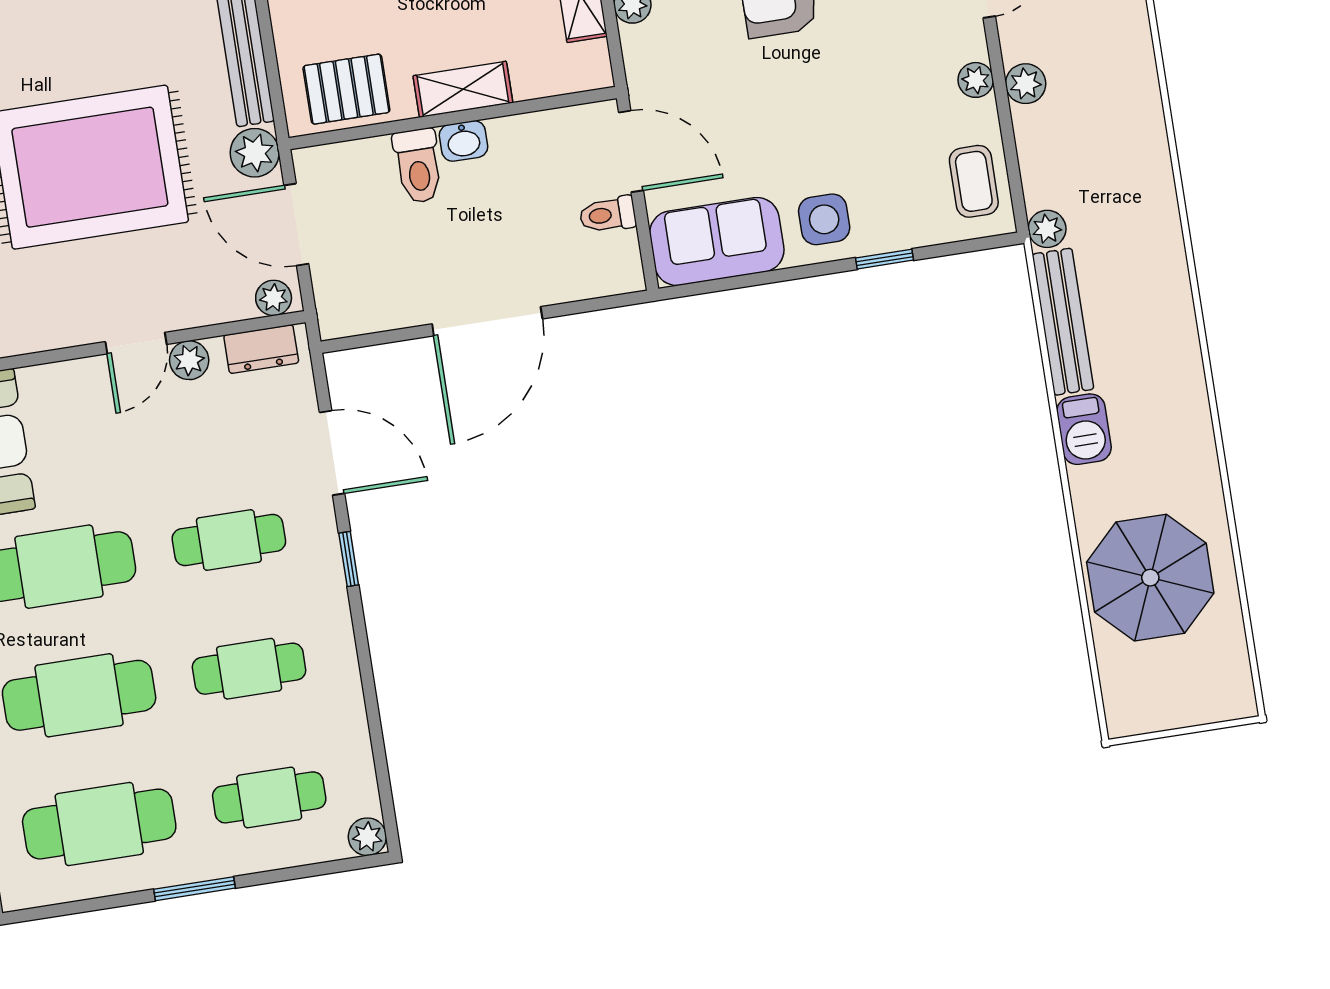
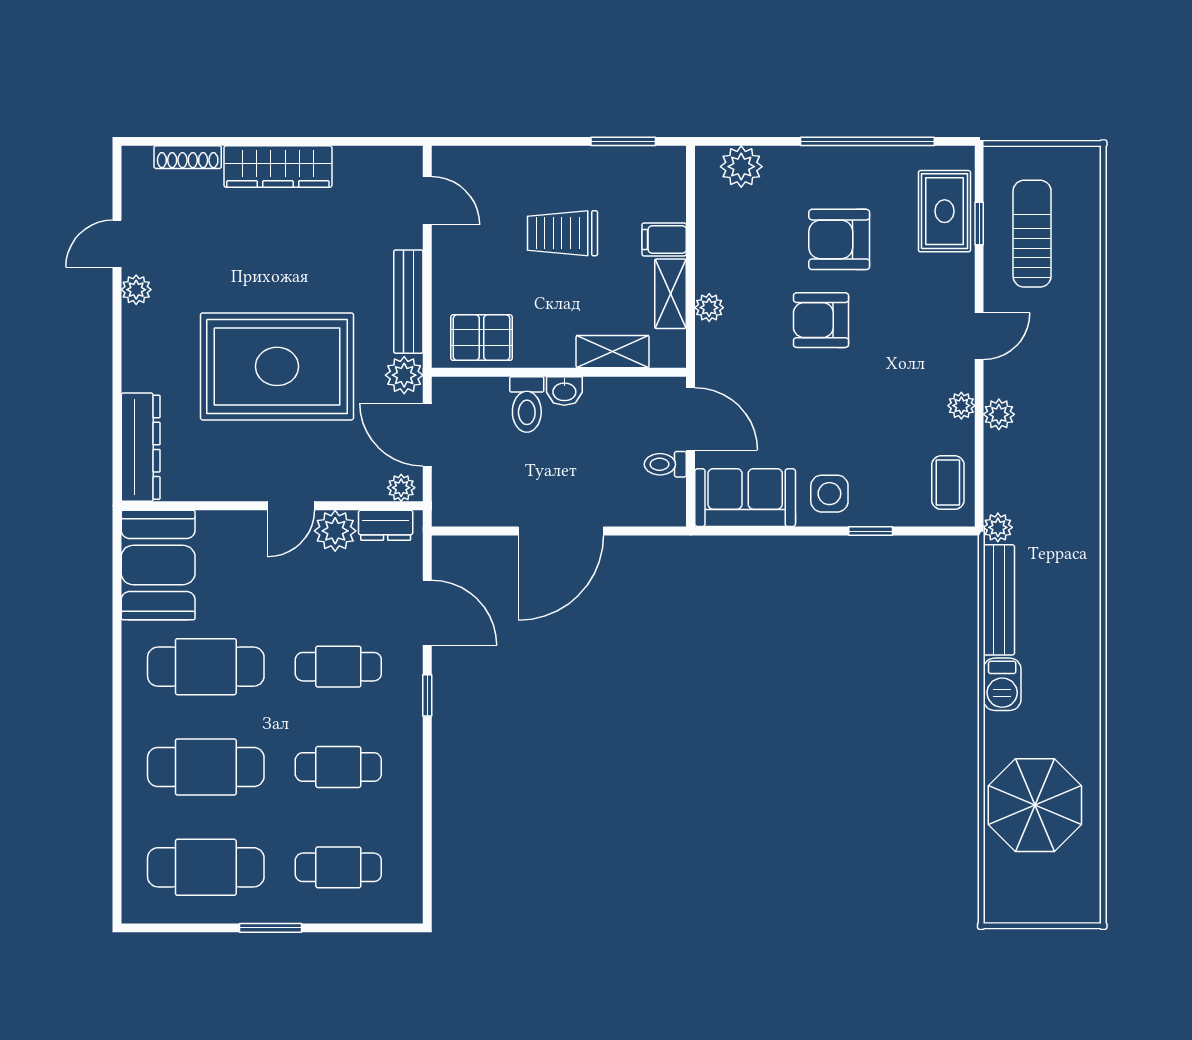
shelving: (463, 89) -> (613, 352), moved
plant: (189, 360) -> (335, 531), width x1.38, depth x1.38
plant: (367, 837) -> (408, 909), removed

